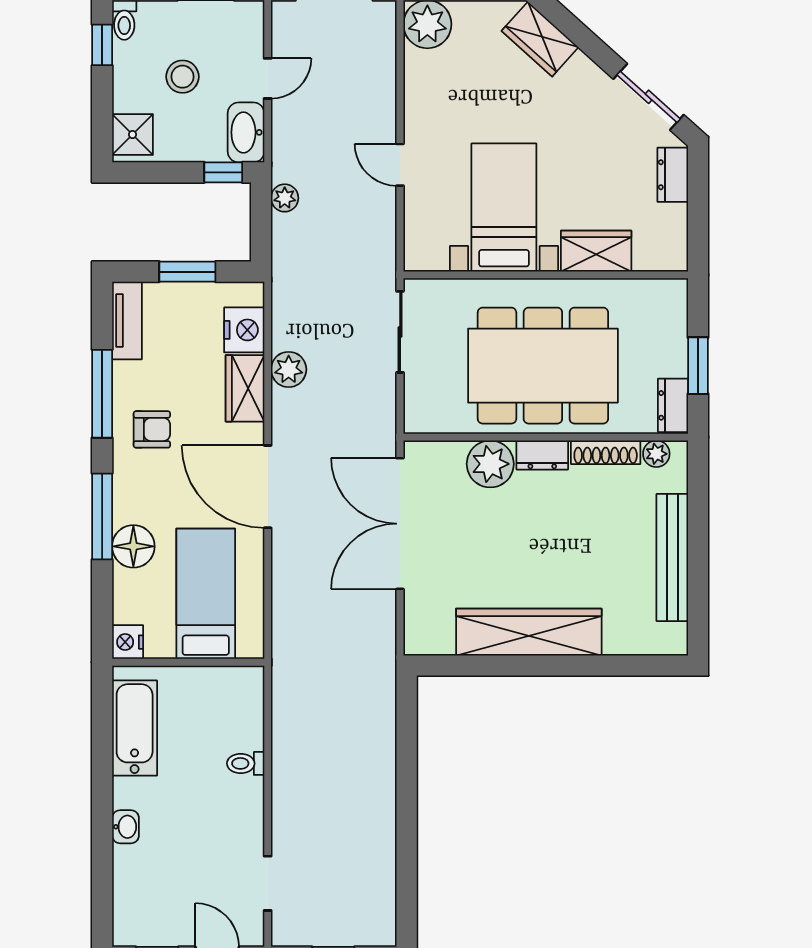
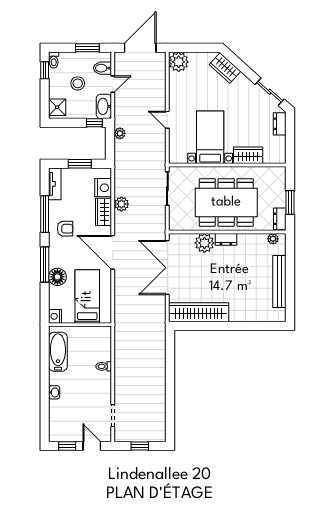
bidet: (242, 40) -> (102, 68), added
shoe rack: (606, 452) -> (252, 238), removed
wardrobe: (529, 632) -> (199, 312), moved

